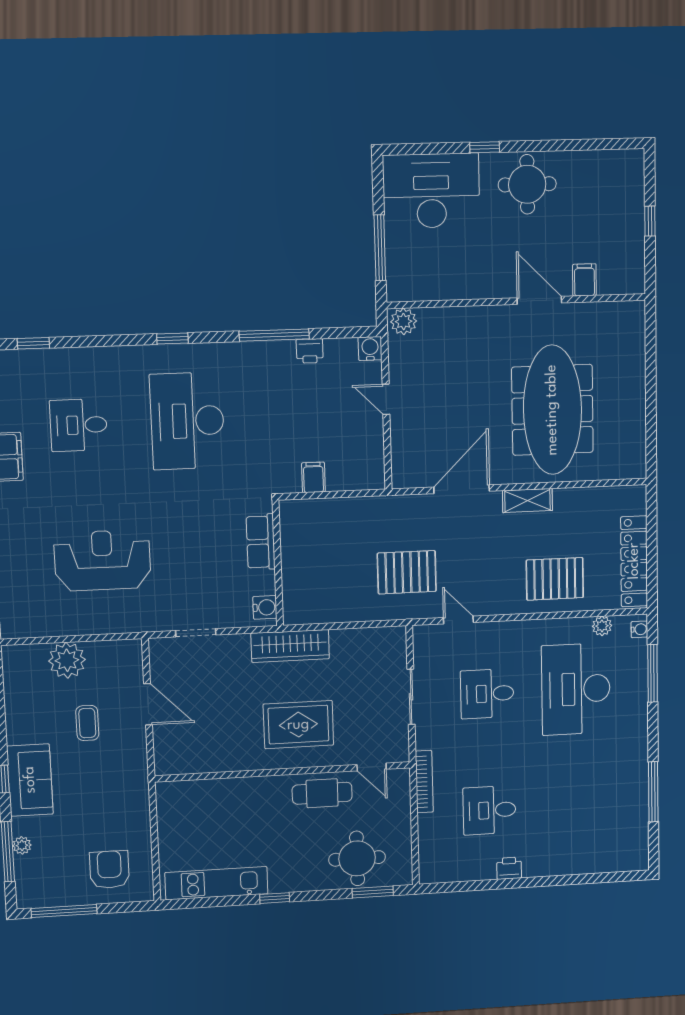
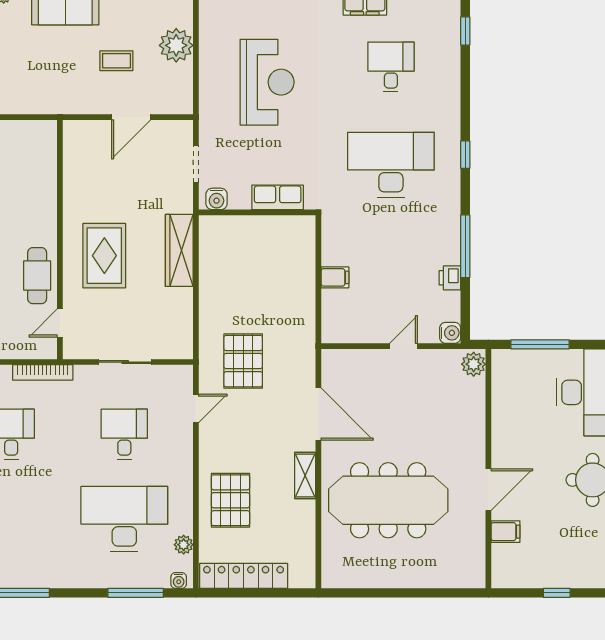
row of seats: (261, 542) -> (278, 197), moved
wall: (278, 563) -> (257, 212), moved
water cooler: (265, 607) -> (217, 199), moved

